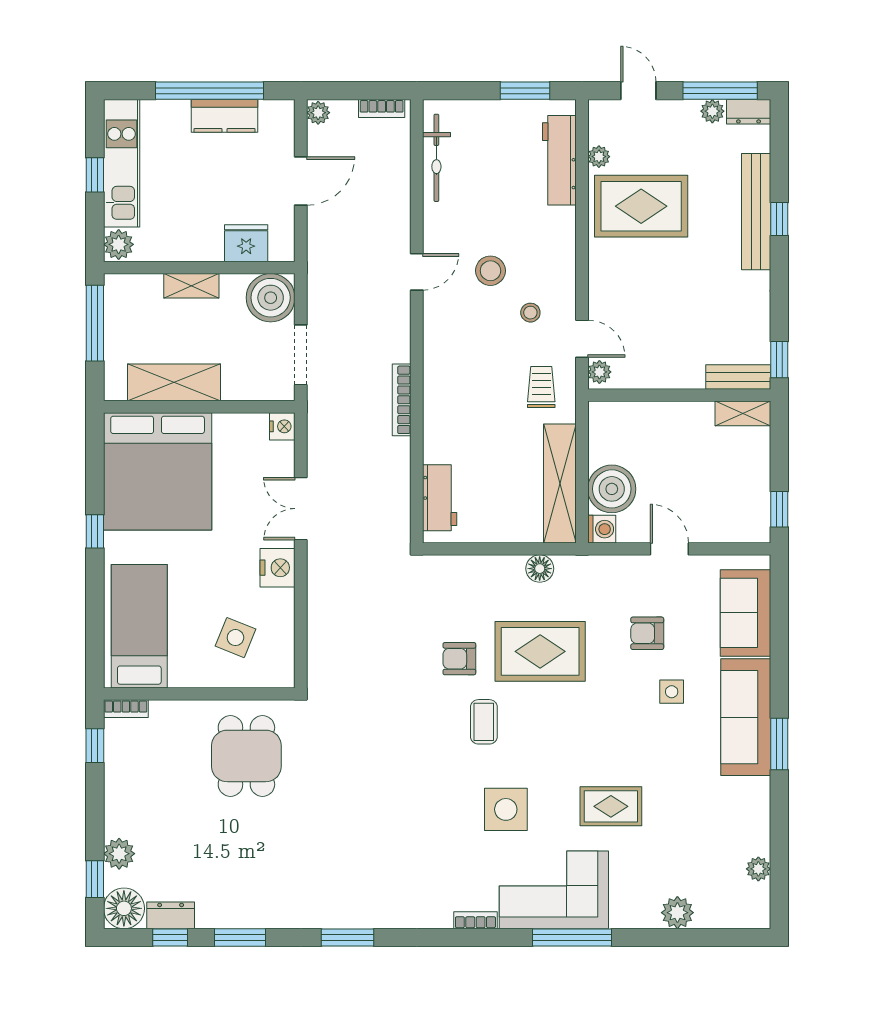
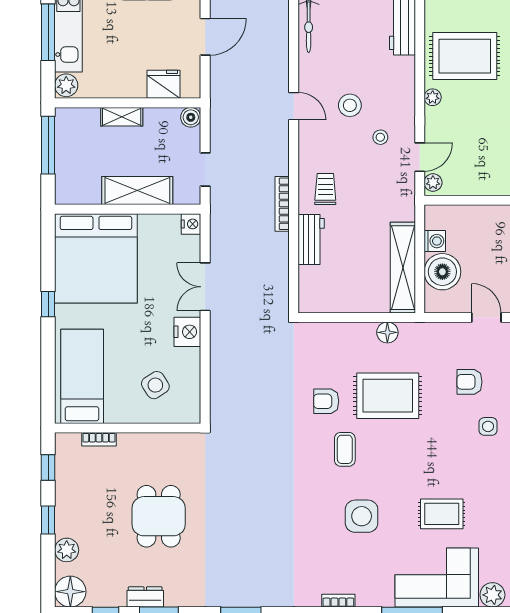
plant: (599, 157) -> (433, 97), moved
window: (95, 175) -> (48, 32), width x2.17
door: (417, 272) -> (294, 106), hinge flipped
boiler: (271, 298) -> (191, 117), width x0.54, depth x0.54
door: (582, 339) -> (420, 157), hinge flipped
doorway: (301, 355) -> (205, 170), width x0.73
shelving: (174, 382) -> (137, 191), moved
trolley: (541, 387) -> (325, 189), moved
workbench: (440, 498) -> (311, 239), moved
washing machine: (602, 529) -> (435, 241), moved
side table: (235, 638) -> (155, 385), turned 35
bookcase: (126, 709) -> (99, 439), moved
dining table: (246, 756) -> (159, 516), moved
window: (95, 879) -> (48, 520), moved
corner sofa: (554, 890) -> (437, 578), moved
dresser: (171, 915) -> (145, 597), moved

